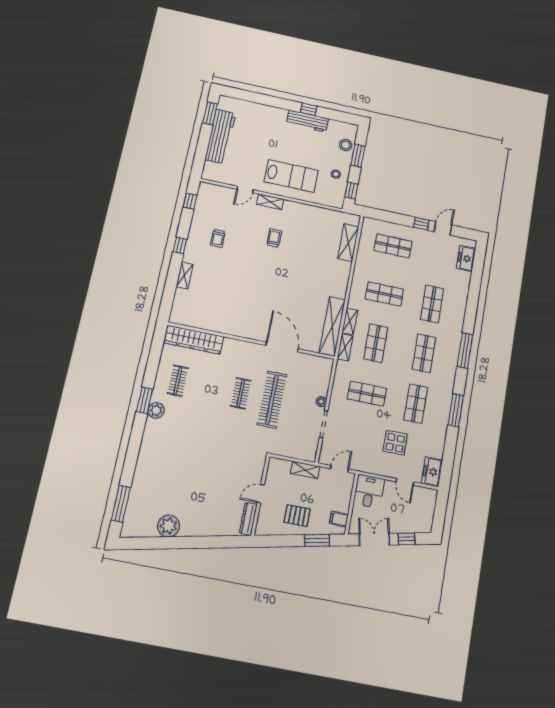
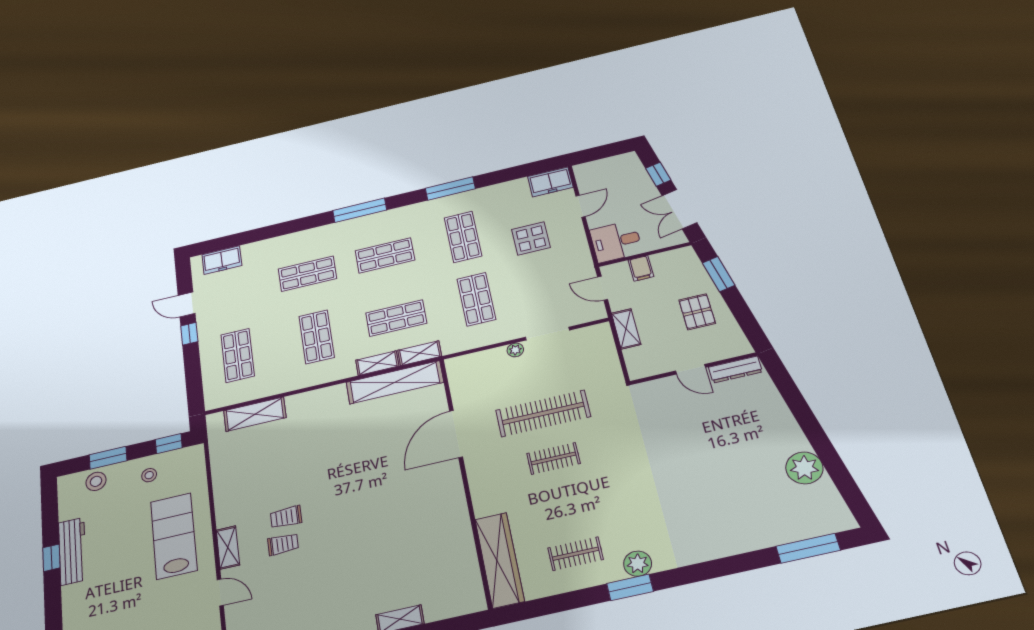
trolley: (218, 238) -> (283, 544), moved
shop shelf: (416, 404) -> (463, 237), turned 90
filing cabinet: (339, 519) -> (641, 268), moved

